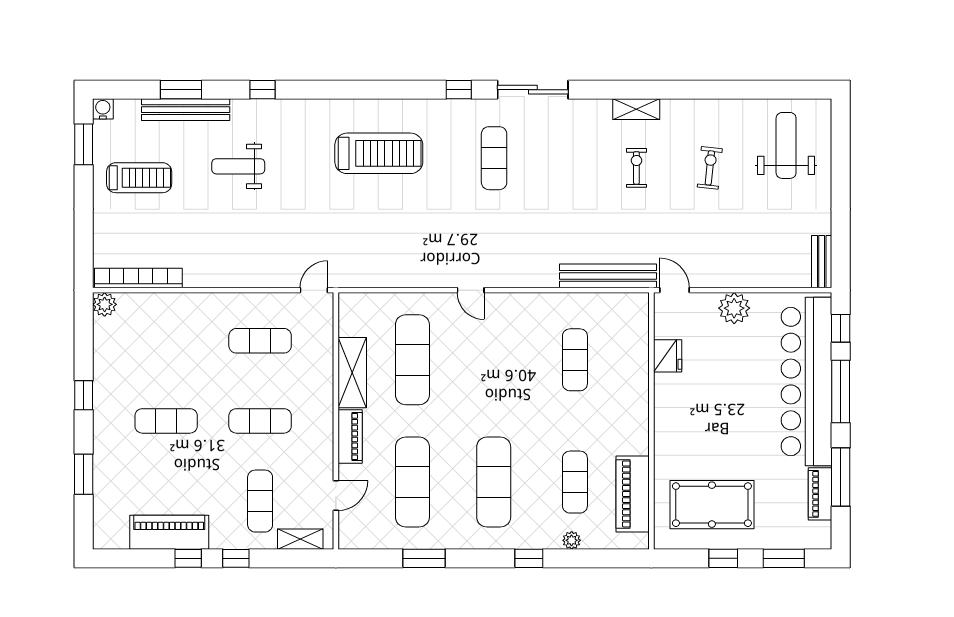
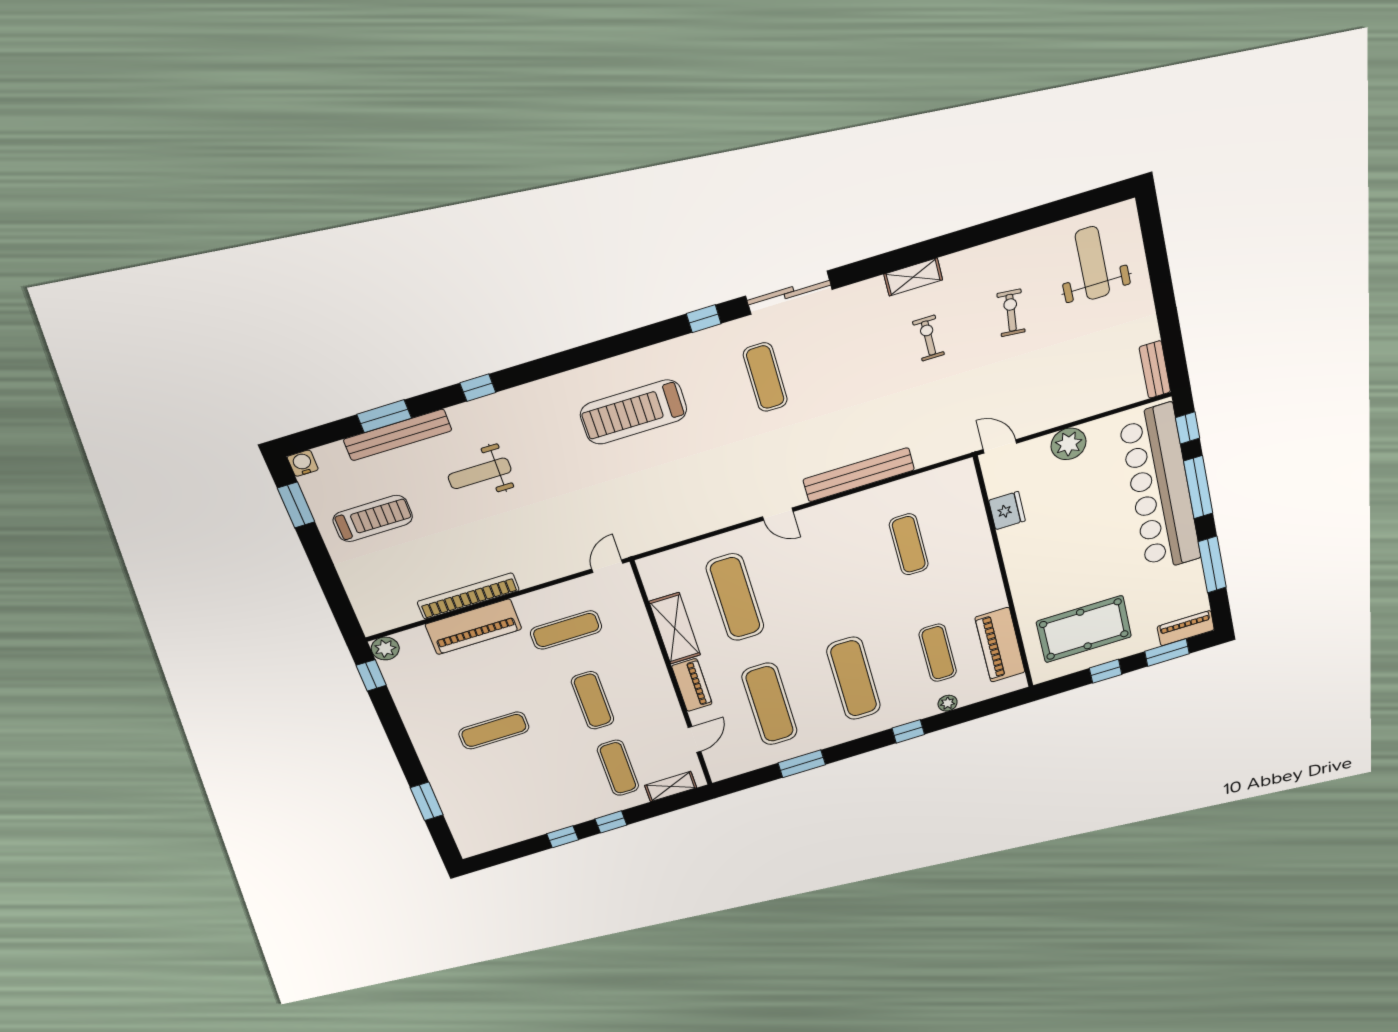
treadmill: (379, 153) -> (634, 412), turned 180
bench: (608, 276) -> (859, 475), moved
bookcase: (138, 278) -> (468, 596), moved
window: (84, 395) -> (371, 675), moved
exercise mat: (260, 421) -> (593, 700), turned 90
piano: (820, 494) -> (1186, 628), moved, turned 90
piano: (169, 532) -> (474, 627), moved, turned 180

